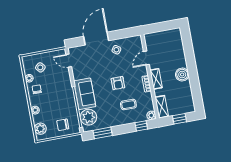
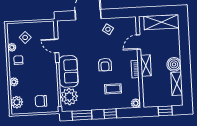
shelving: (165, 37) -> (161, 22), added
door: (69, 61) -> (57, 46), moved
shelving: (162, 107) -> (177, 84), moved
window: (141, 126) -> (110, 114), moved

